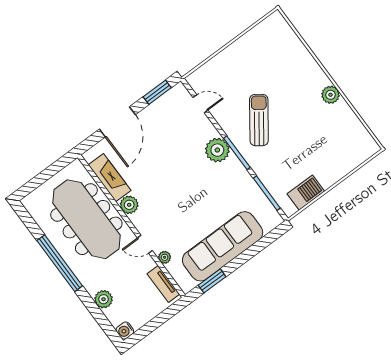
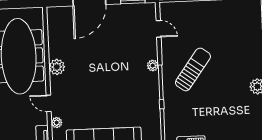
plant: (217, 150) -> (153, 65), width x0.53, depth x0.53
fireplace: (110, 178) -> (56, 38), removed

